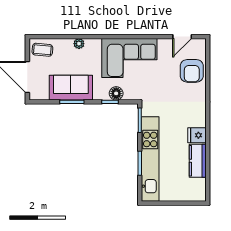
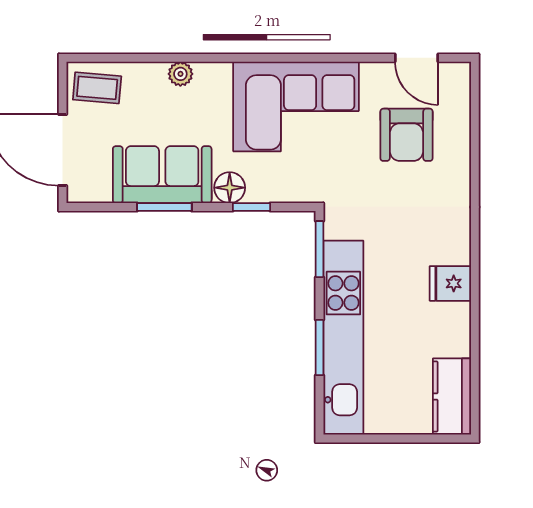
door: (182, 37) -> (417, 58), hinge flipped
armchair: (192, 71) -> (407, 135), moved
floor lamp: (116, 93) -> (230, 188), moved
kitchen counter: (198, 161) -> (452, 397), moved

